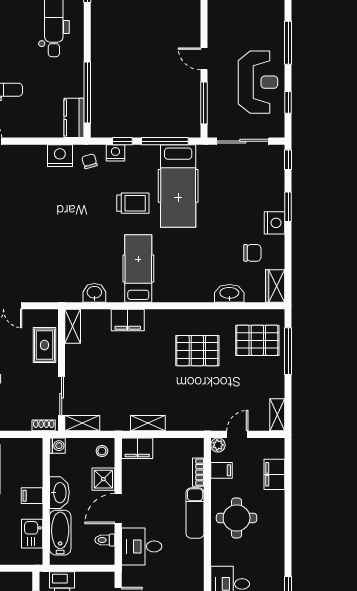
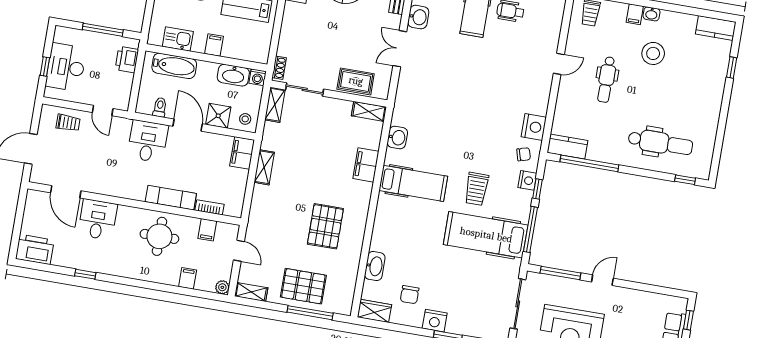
pallet: (257, 340) -> (303, 286), moved, turned 90
plant: (218, 445) -> (222, 287), moved
filing cabinet: (274, 474) -> (188, 278), width x0.50
washbasin: (59, 493) -> (233, 75), moved

